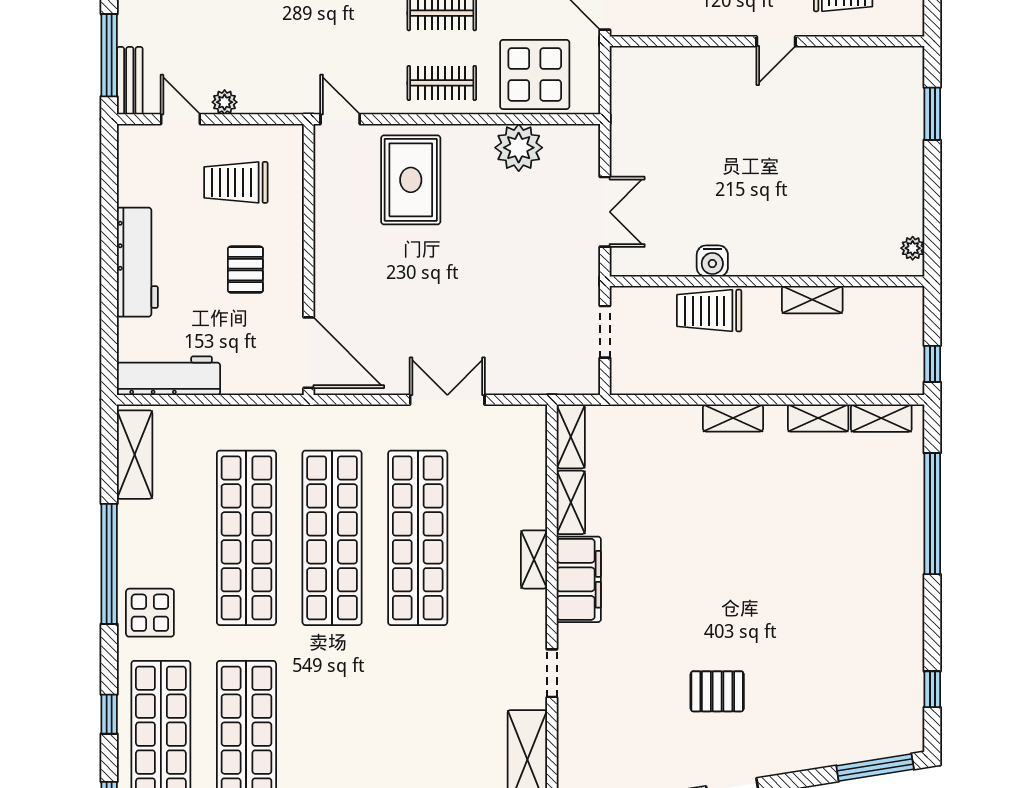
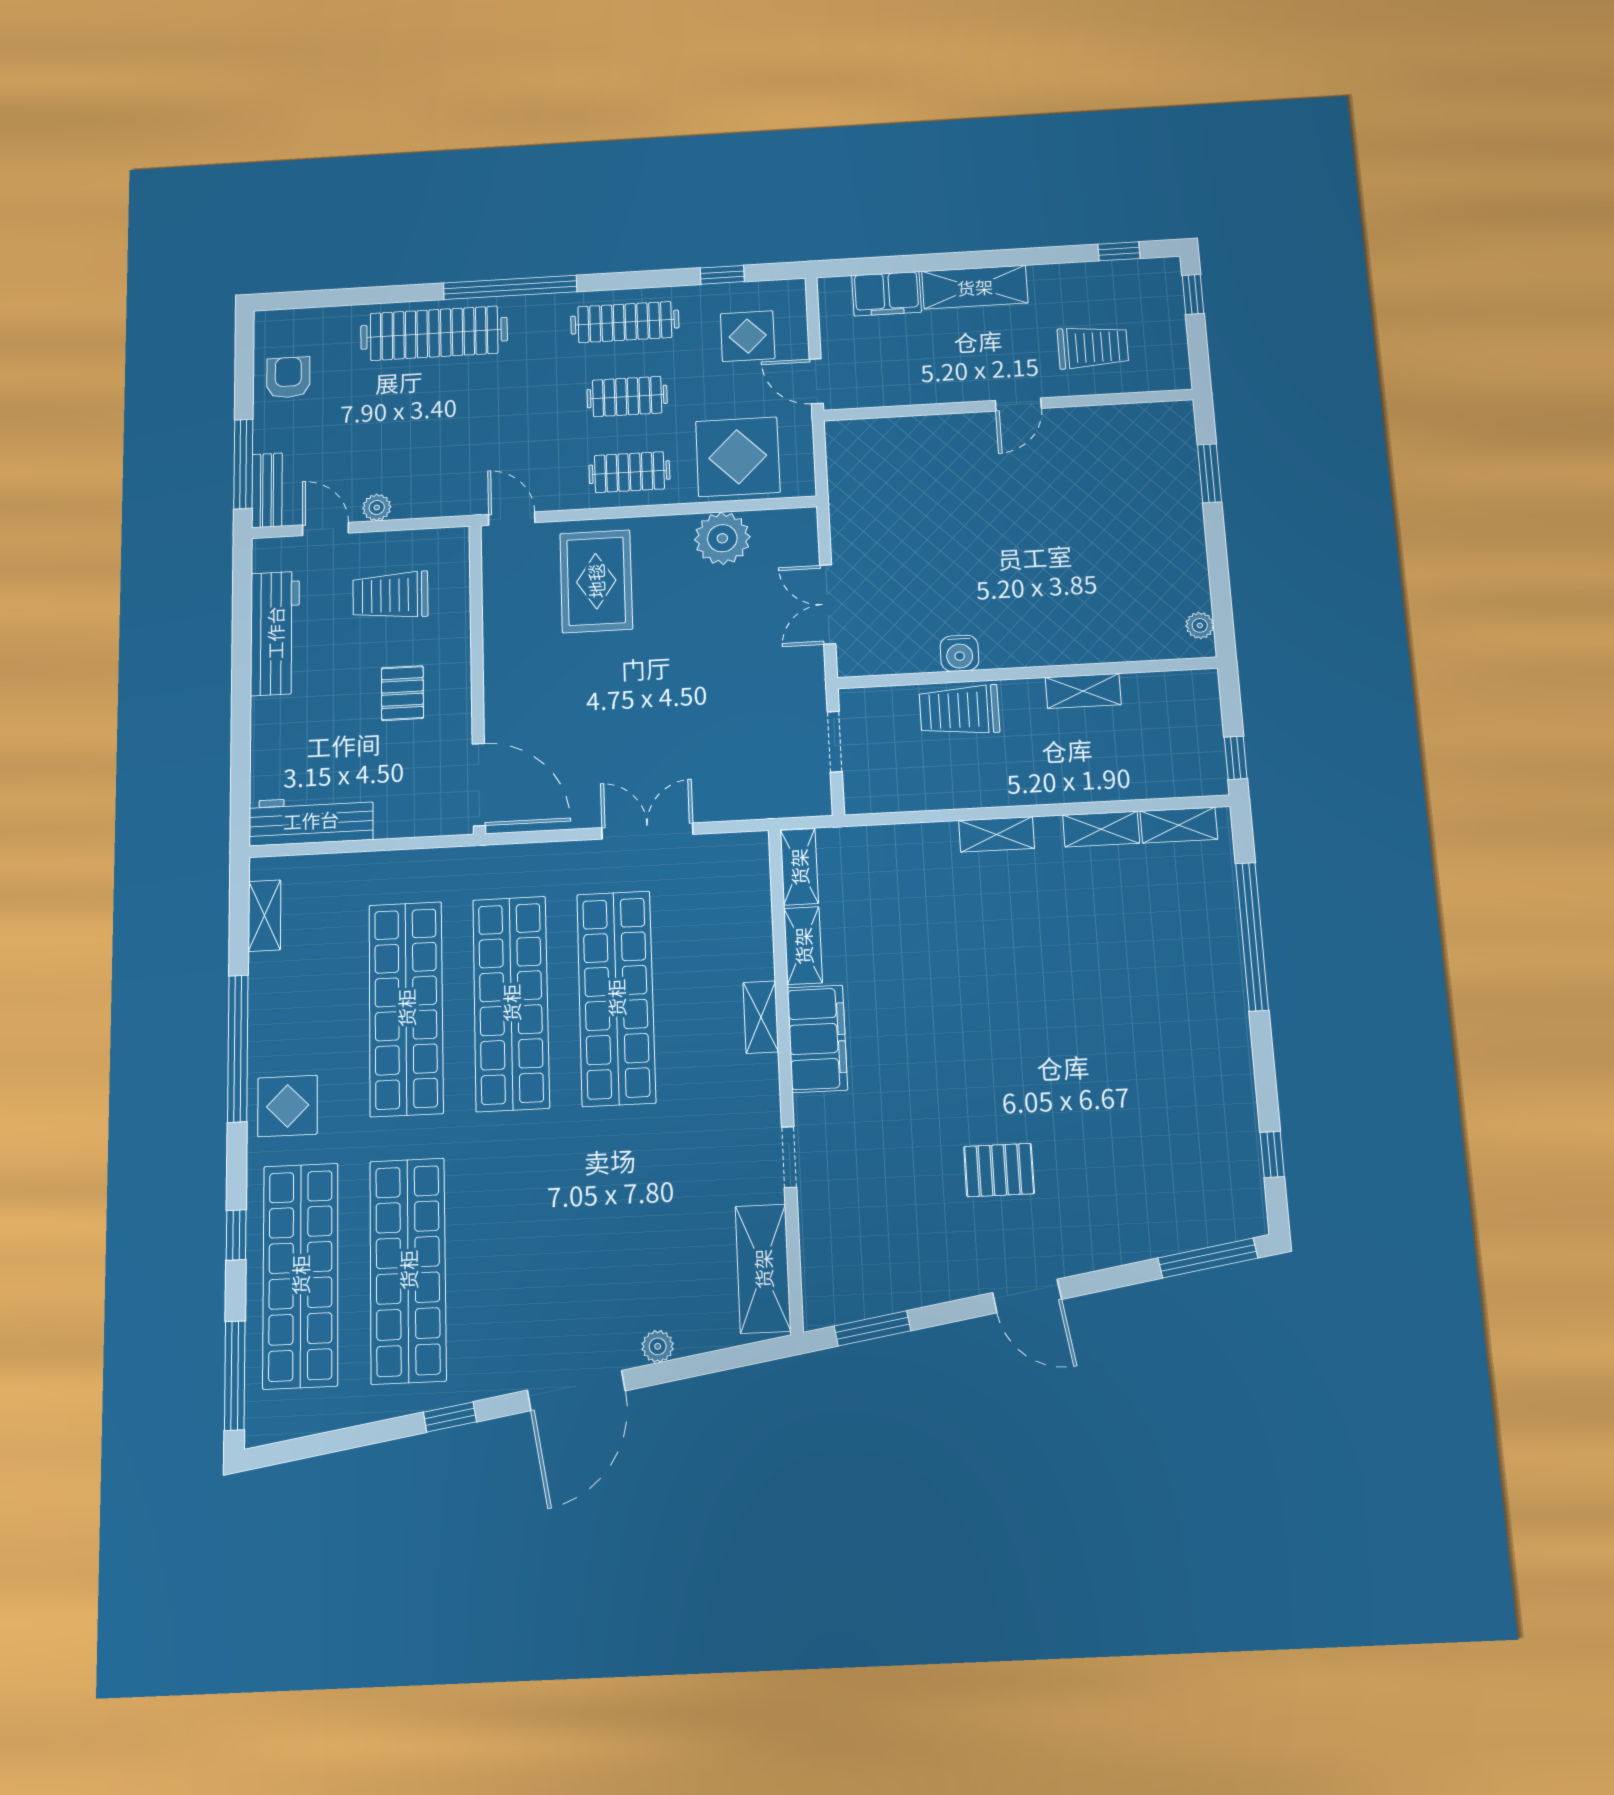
double door: (605, 212) -> (828, 604), swing flipped
workbench: (137, 262) -> (275, 633), moved
shelving: (135, 455) -> (265, 916), width x0.67, depth x0.75

